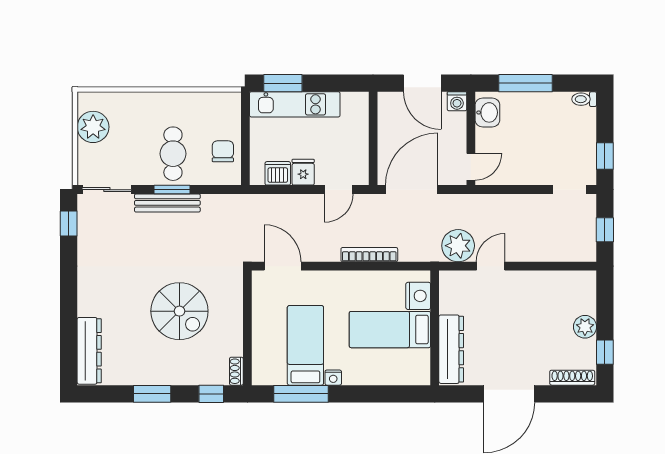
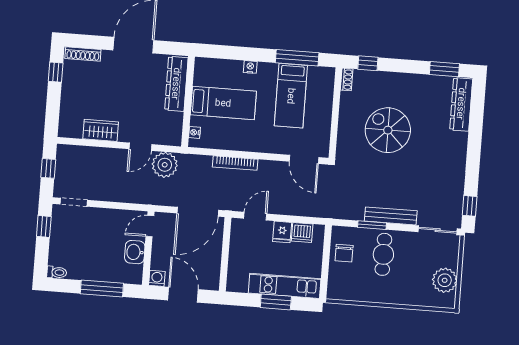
window: (283, 83) -> (276, 302), moved
washbasin: (487, 112) -> (135, 252), moved
window: (172, 190) -> (372, 225), moved
wardrobe: (542, 283) -> (101, 130), added
nightstand: (418, 296) -> (194, 132), width x0.53, depth x0.56
plant: (585, 327) -> (70, 93), removed
nightstand: (333, 378) -> (250, 67), moved
window: (152, 394) -> (444, 69), moved

